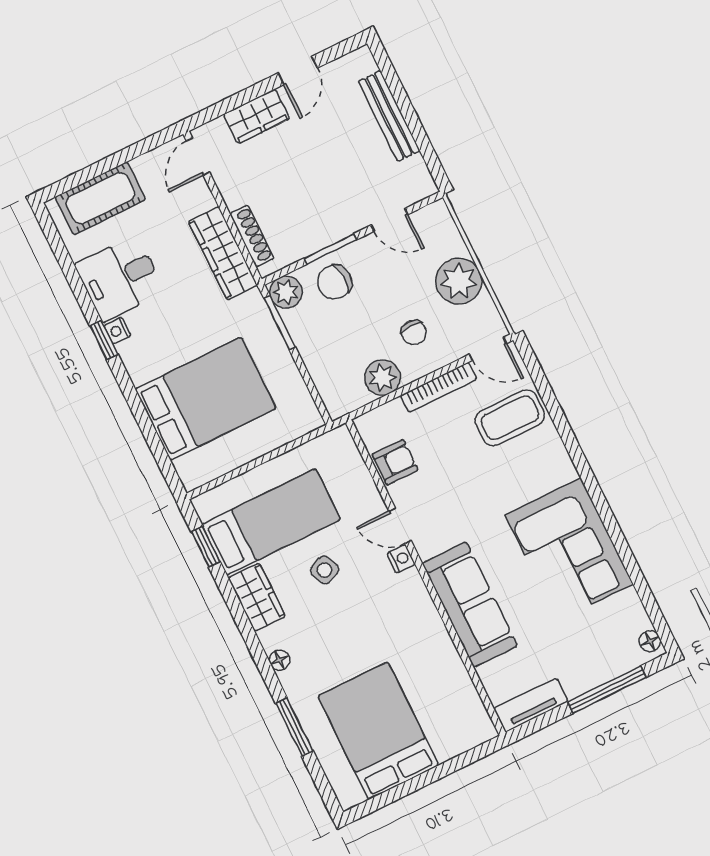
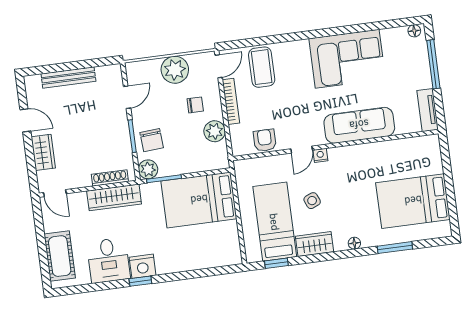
nightstand: (117, 331) -> (143, 266), width x1.89, depth x1.79
bed: (206, 399) -> (199, 200), moved, turned -90

